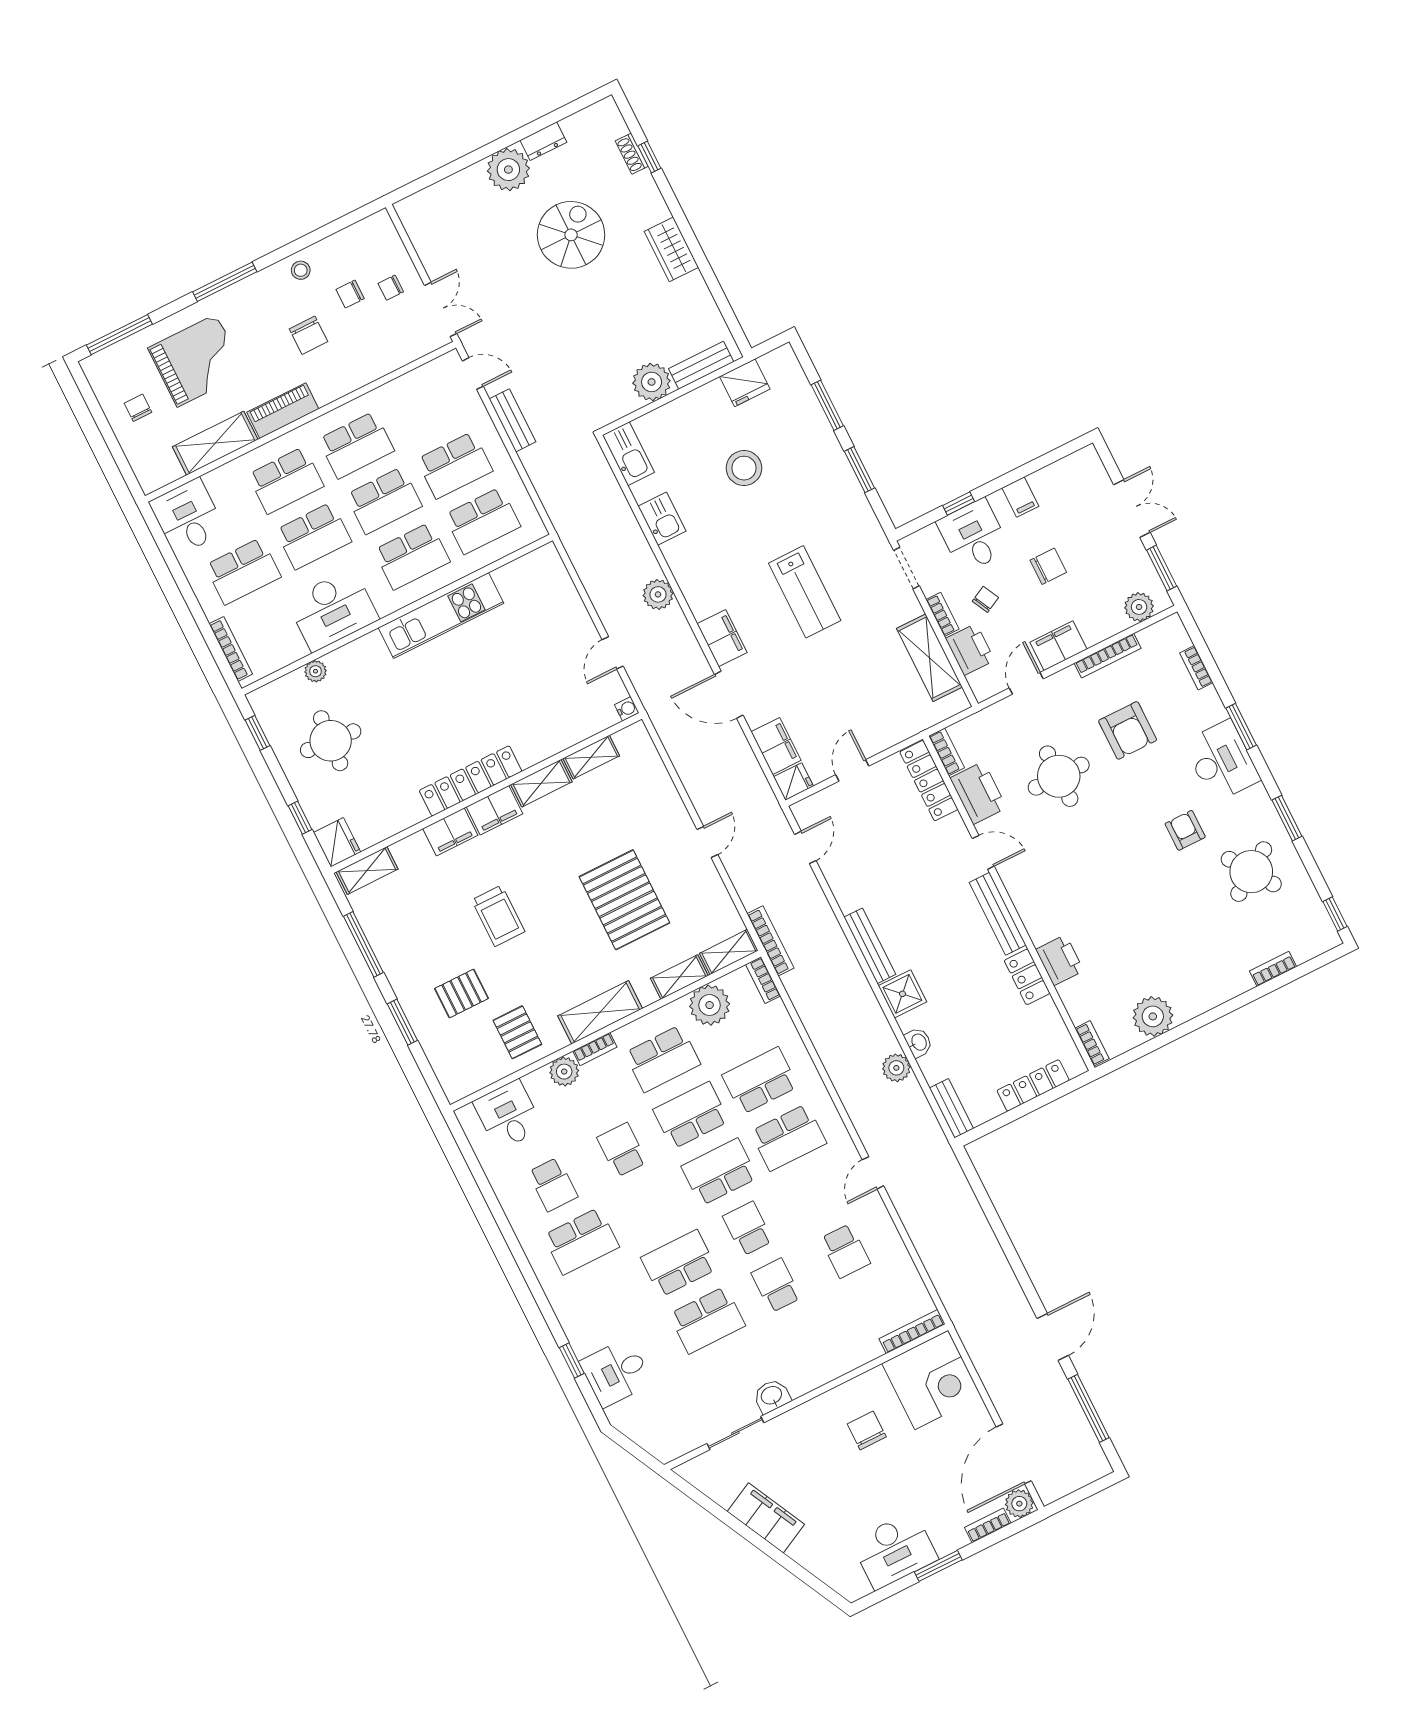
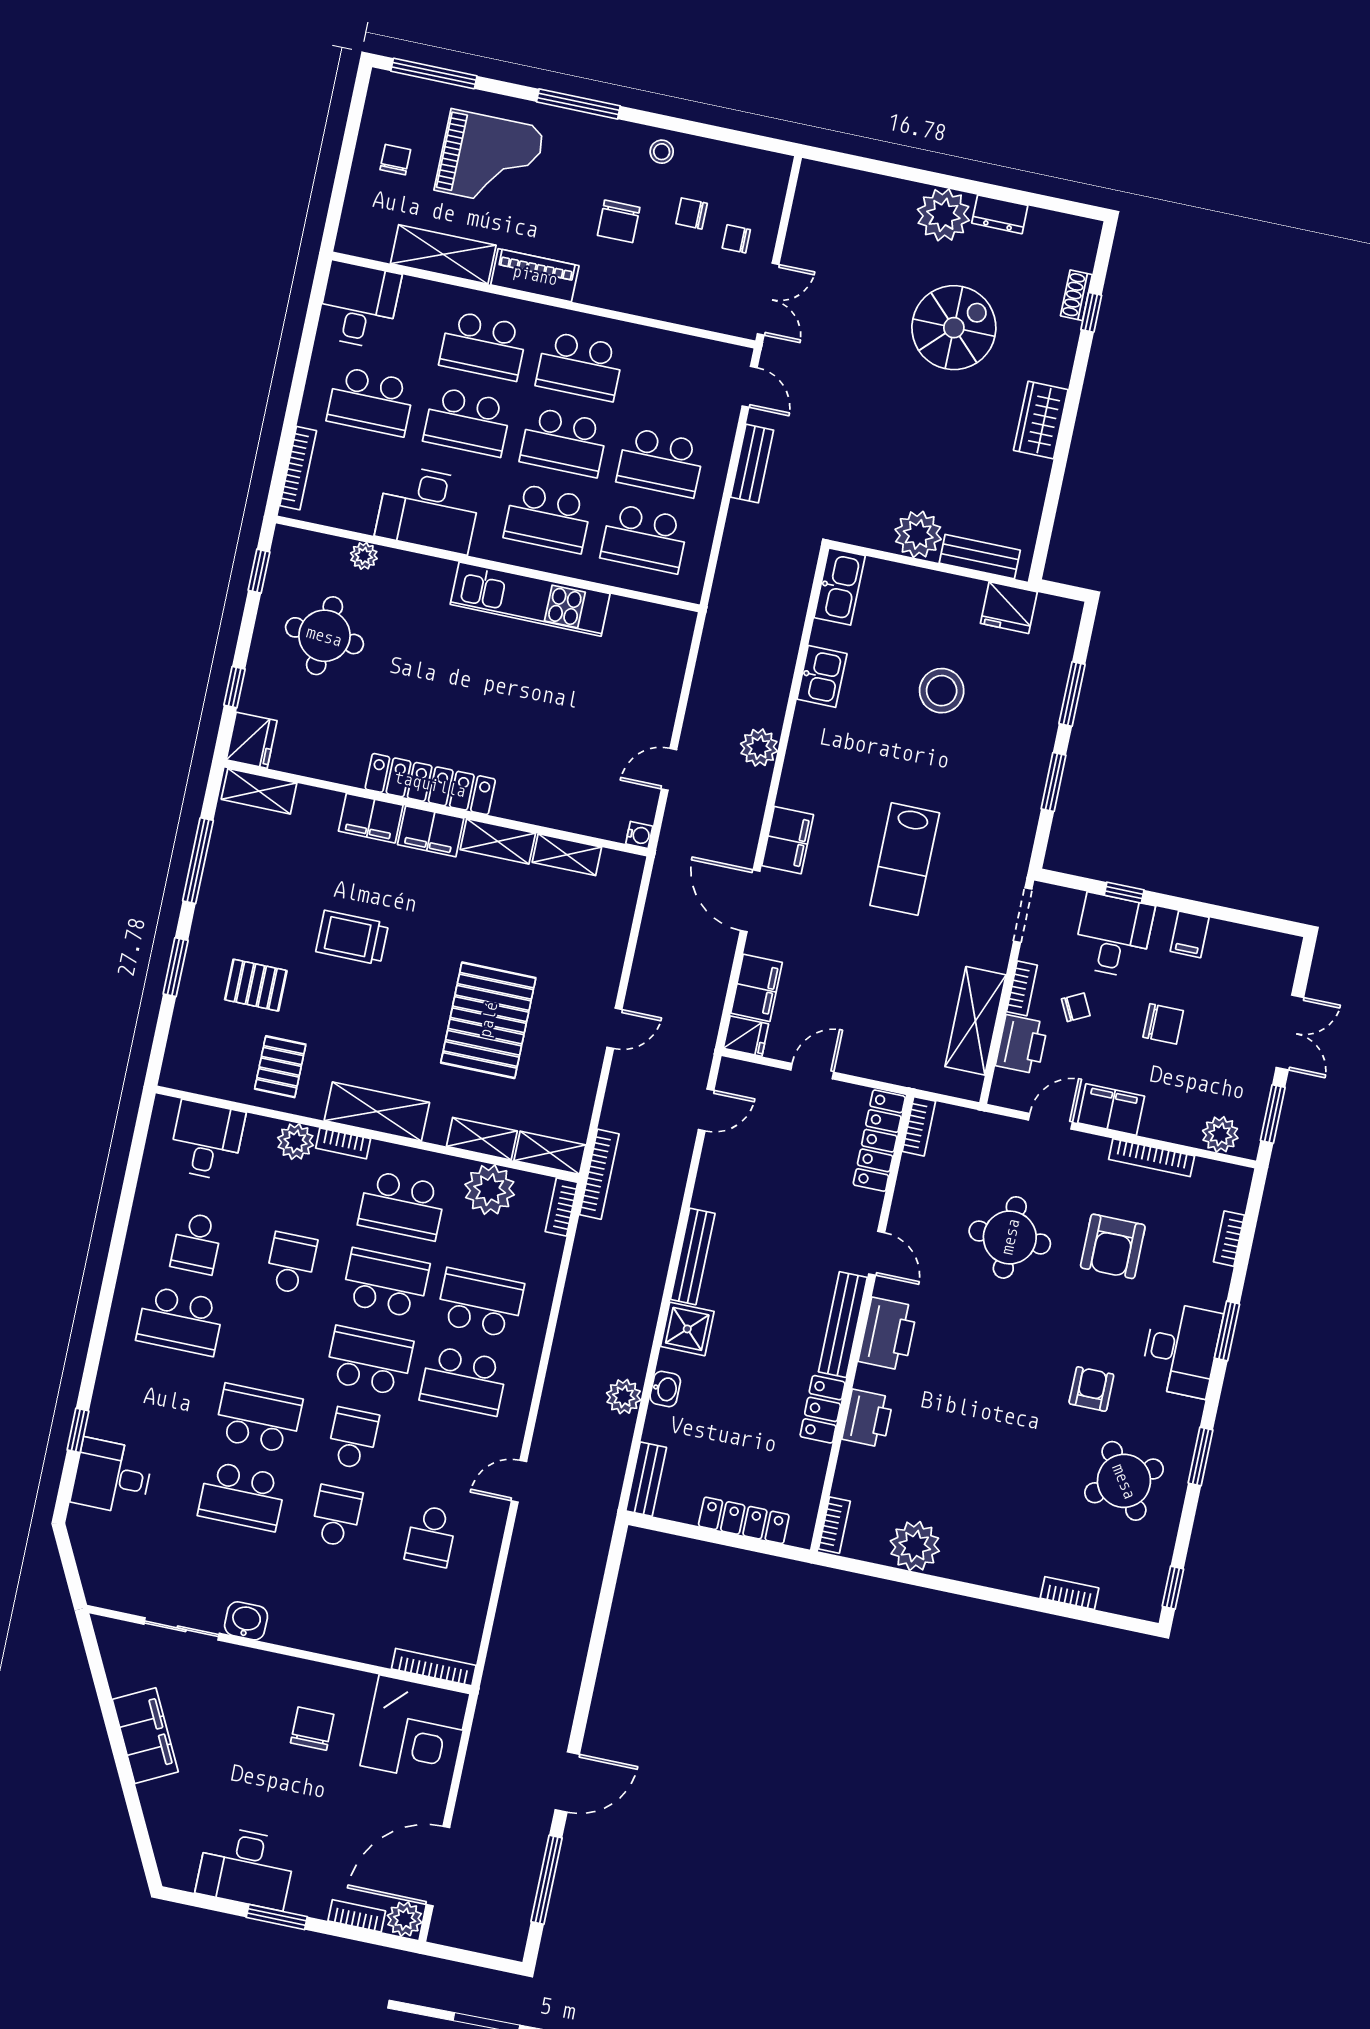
printer: (978, 793) -> (888, 1334), moved
trolley: (498, 916) -> (352, 938), turned 90

